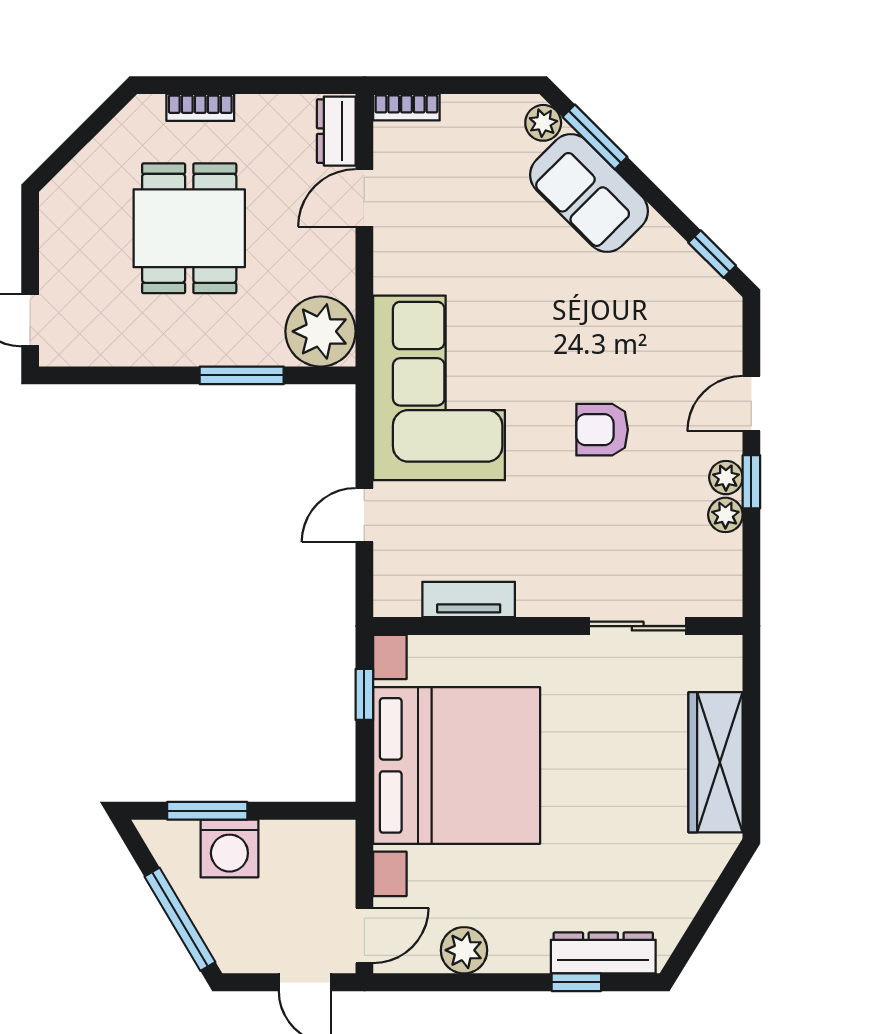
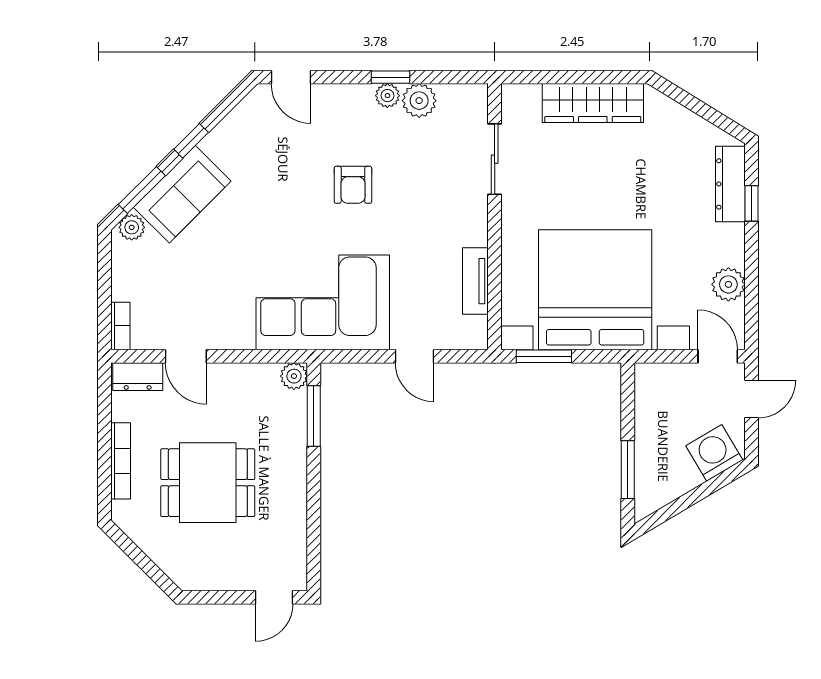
bookcase: (200, 107) -> (121, 461), width x1.56
window: (712, 254) -> (191, 141), moved
plant: (321, 331) -> (294, 376), width x0.53, depth x0.53
window: (242, 375) -> (314, 416), moved
door: (751, 403) -> (291, 77), moved
plant: (725, 515) -> (419, 101), width x1.38, depth x1.38
window: (364, 694) -> (544, 356), width x1.50
washing machine: (229, 848) -> (714, 453), moved, turned -121
window: (180, 919) -> (706, 489), removed

